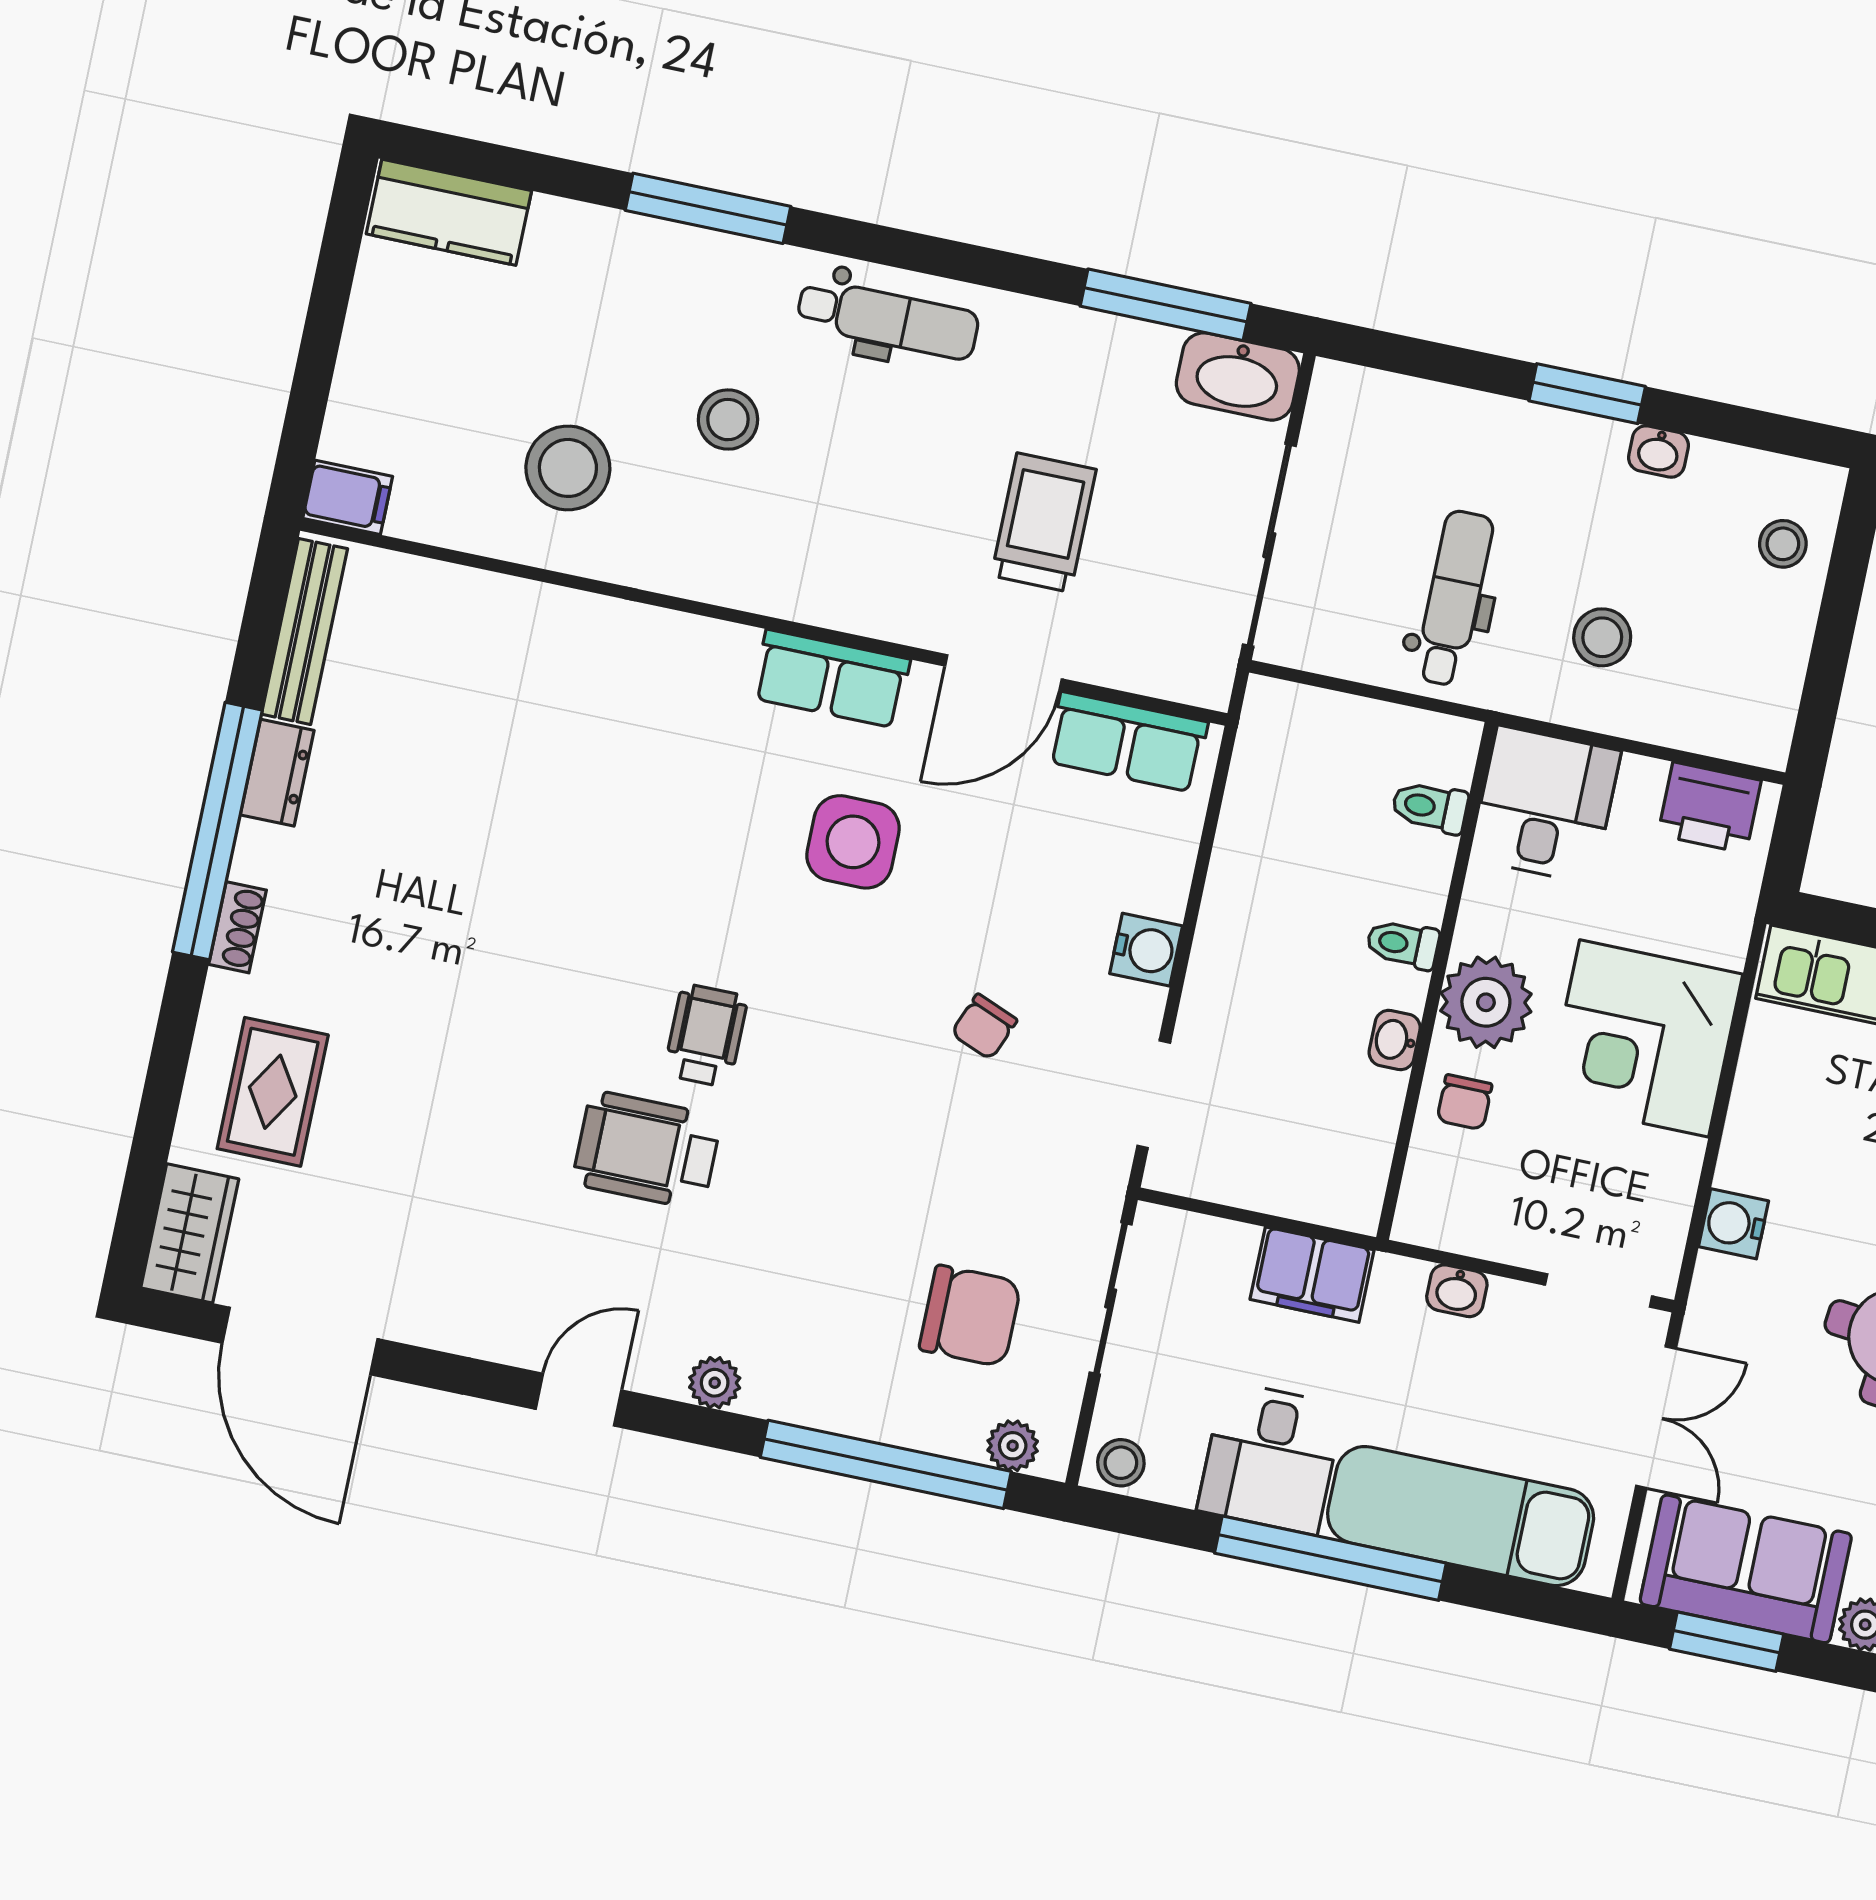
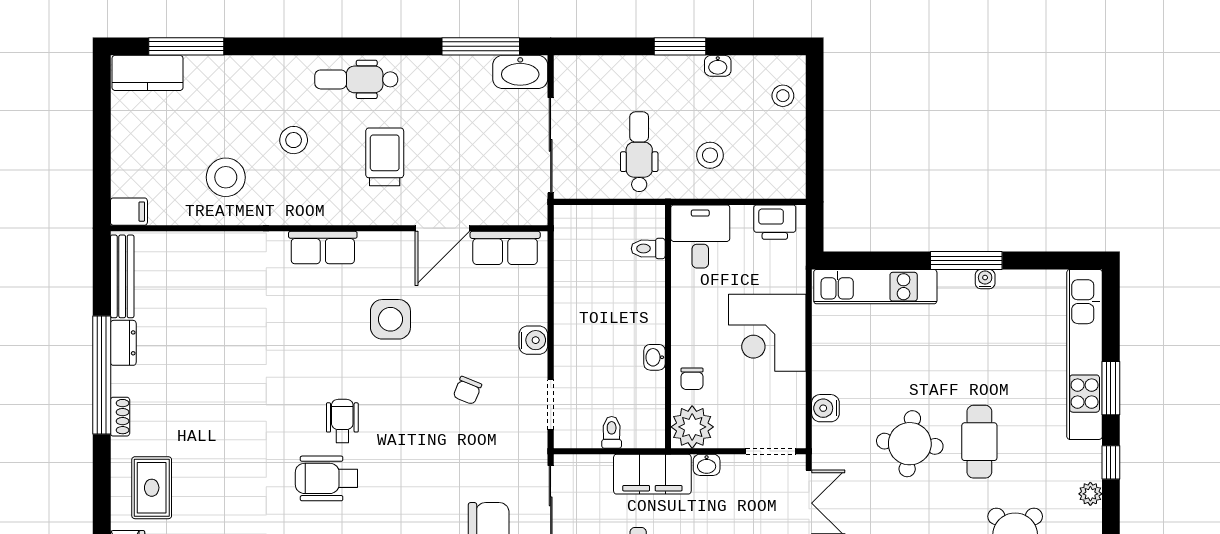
window: (708, 208) -> (186, 46), moved
dental chair: (888, 319) -> (356, 79), turned 180
trolley: (1044, 523) -> (385, 157), moved
row of seats: (831, 679) -> (323, 248), moved
toilet: (1403, 944) -> (612, 432), moved, turned 90
plant: (1486, 1002) -> (692, 427), moved
filing cabinet: (1312, 1275) -> (652, 474), width x1.50, depth x1.17

